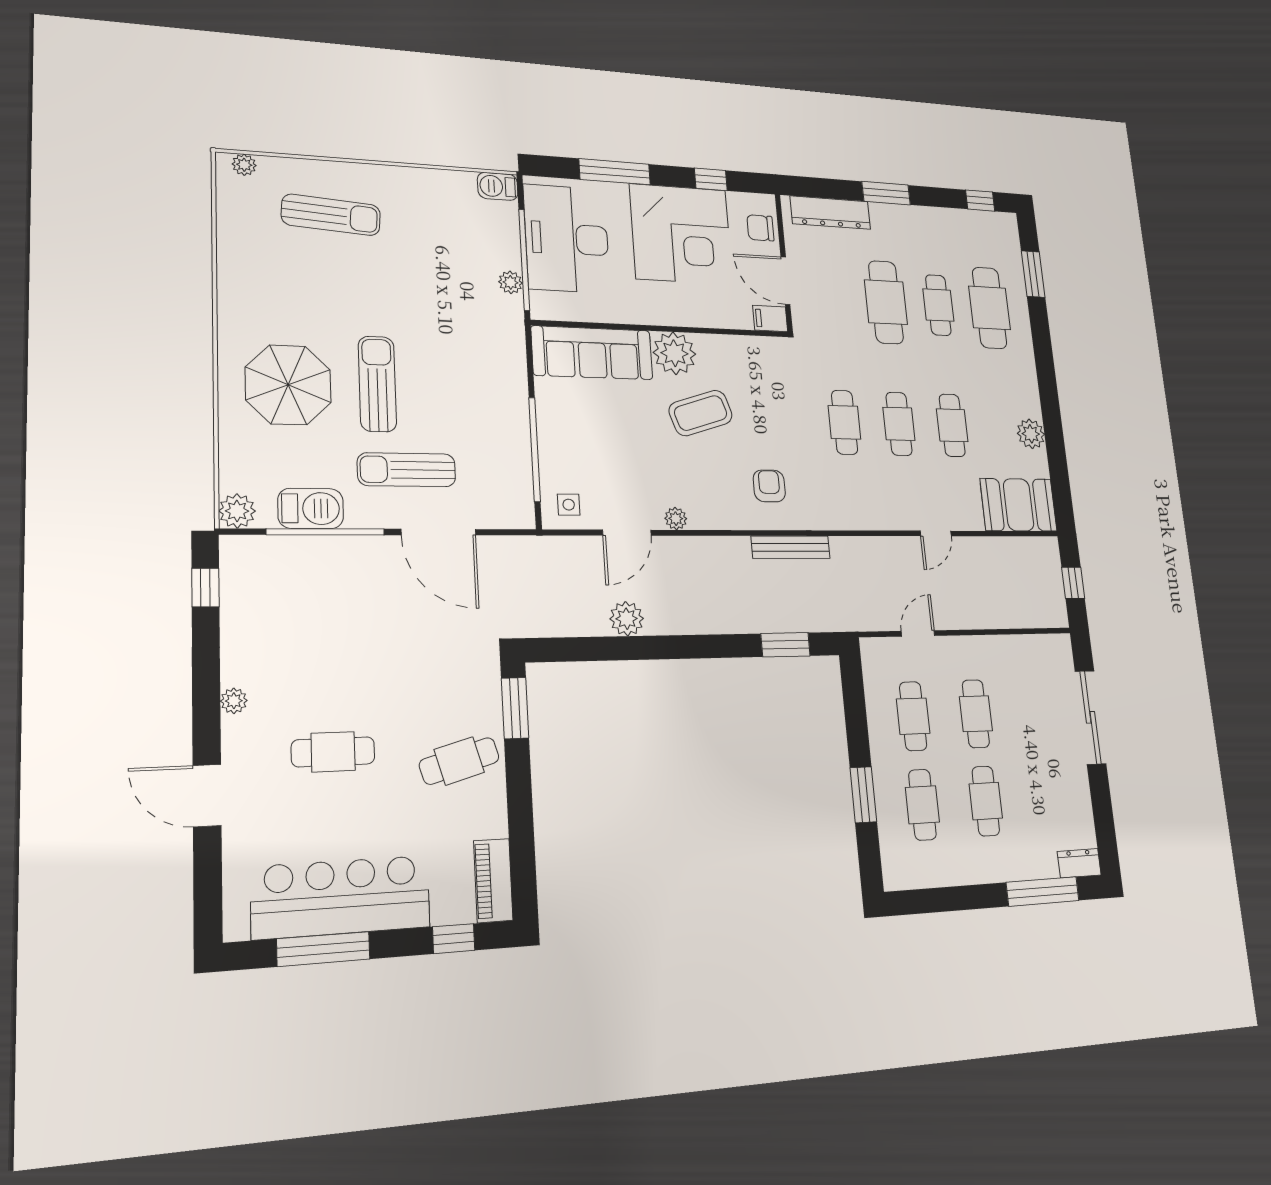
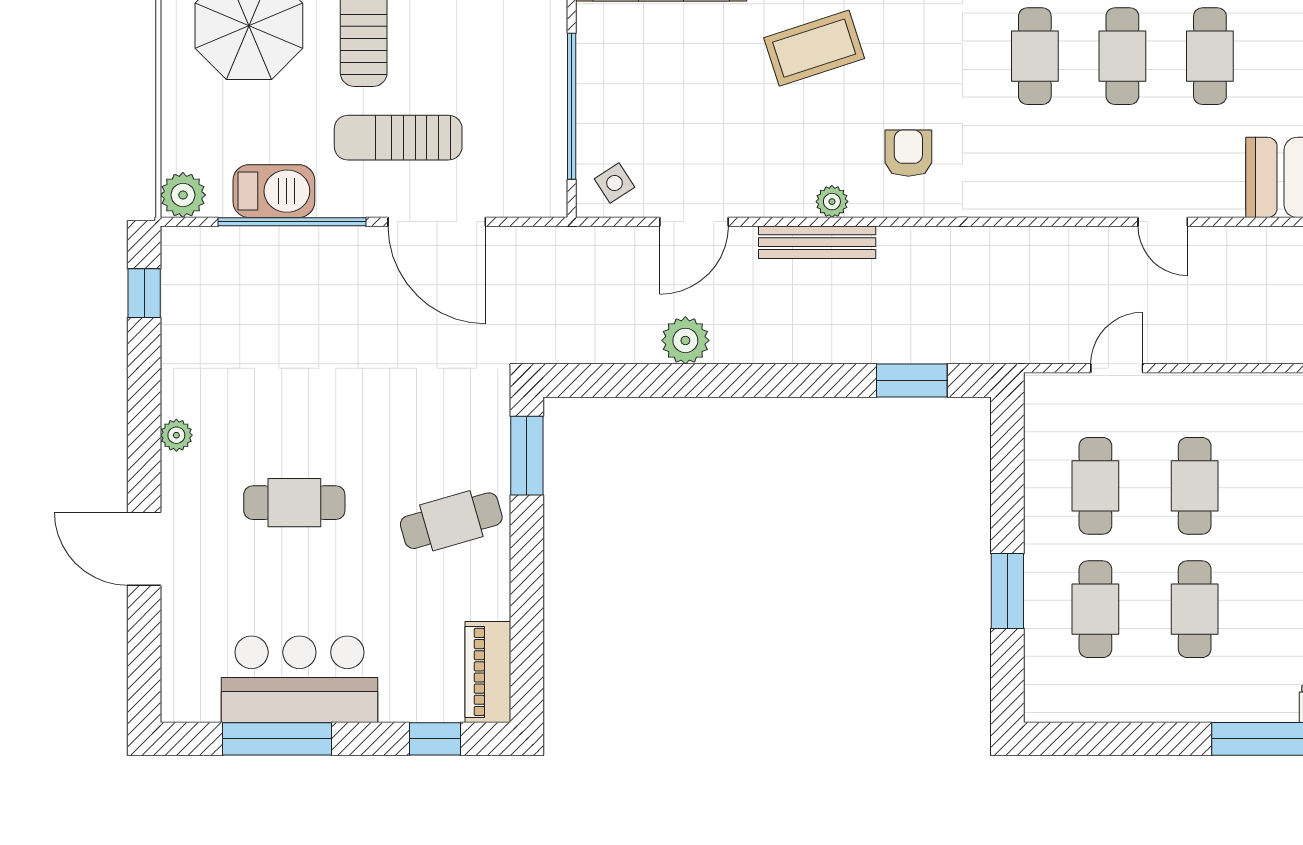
side table: (569, 505) -> (614, 183), turned -33
plant: (676, 519) -> (832, 202), moved
door: (936, 533) -> (1163, 222), hinge flipped
bench: (791, 547) -> (817, 242), moved
bar counter: (341, 897) -> (299, 679), width x0.73

